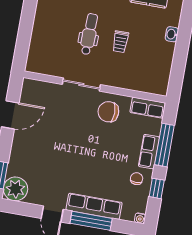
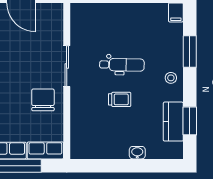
trolley: (120, 42) -> (120, 99), turned 180
row of seats: (148, 108) -> (45, 150), moved, turned 90

